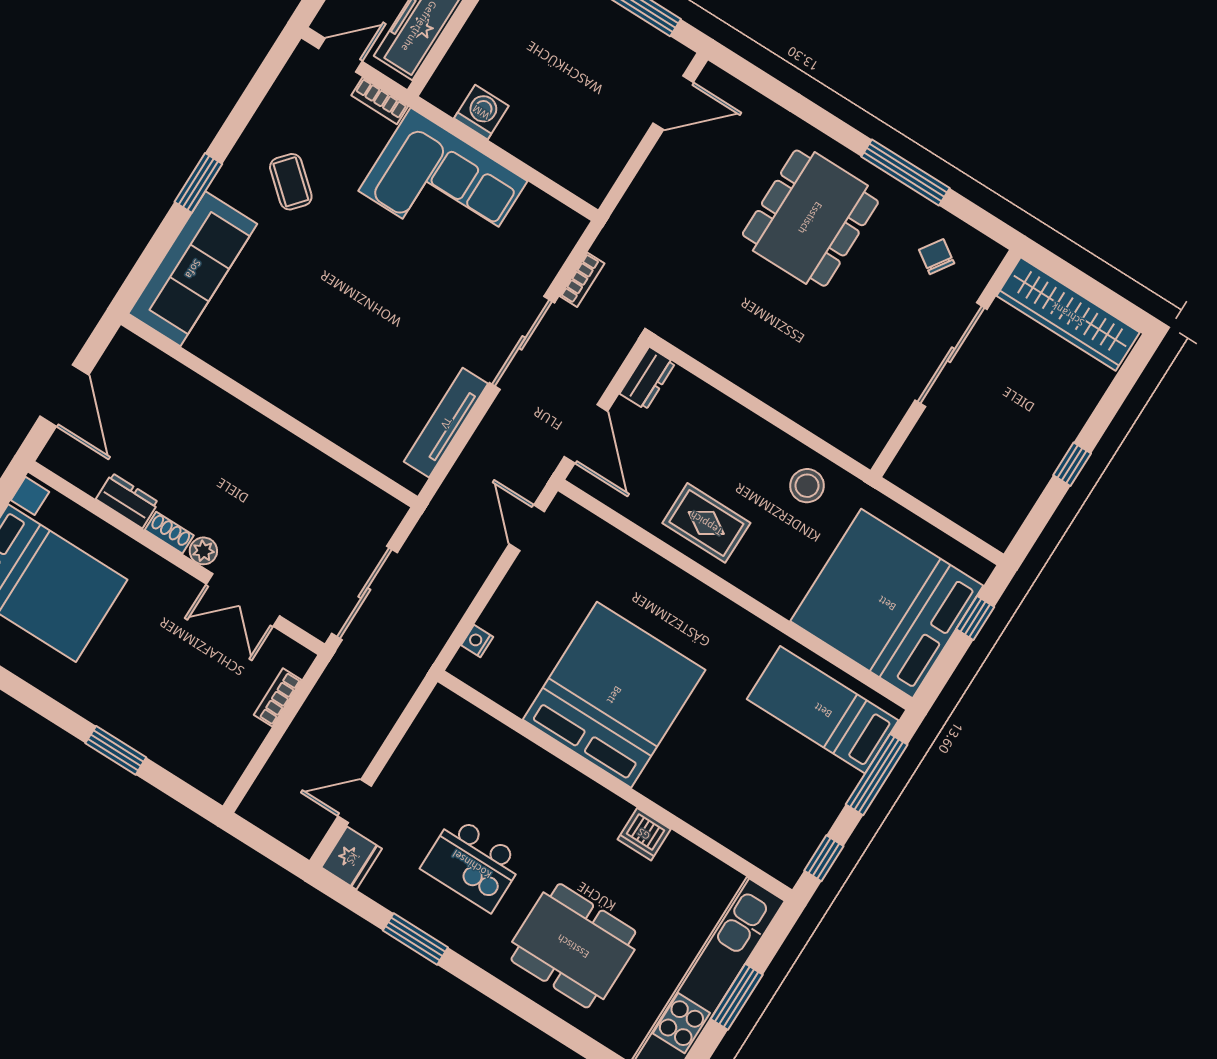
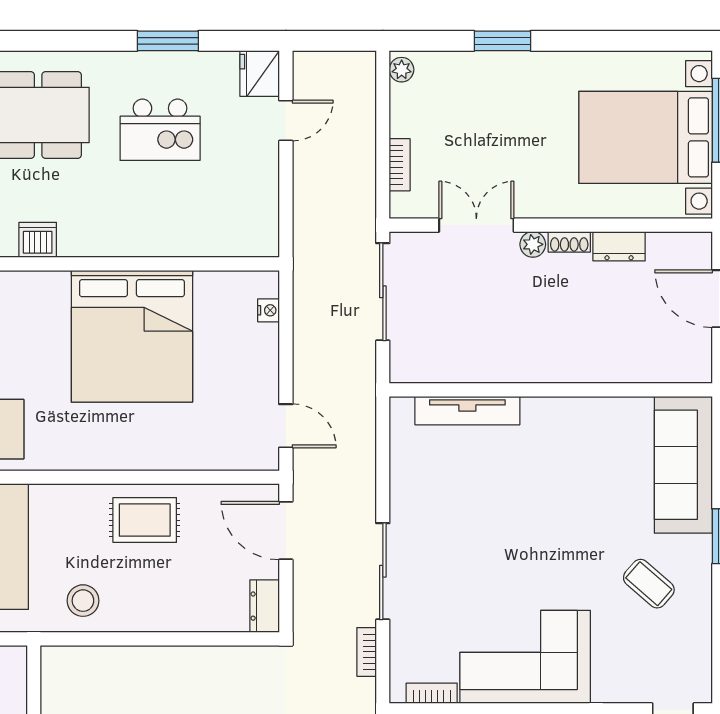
bookcase: (380, 101) -> (432, 693), moved
tv unit: (446, 423) -> (467, 411), moved, turned 90
plant: (222, 781) -> (402, 70), added
kitchen island: (472, 864) -> (160, 130), turned 180

